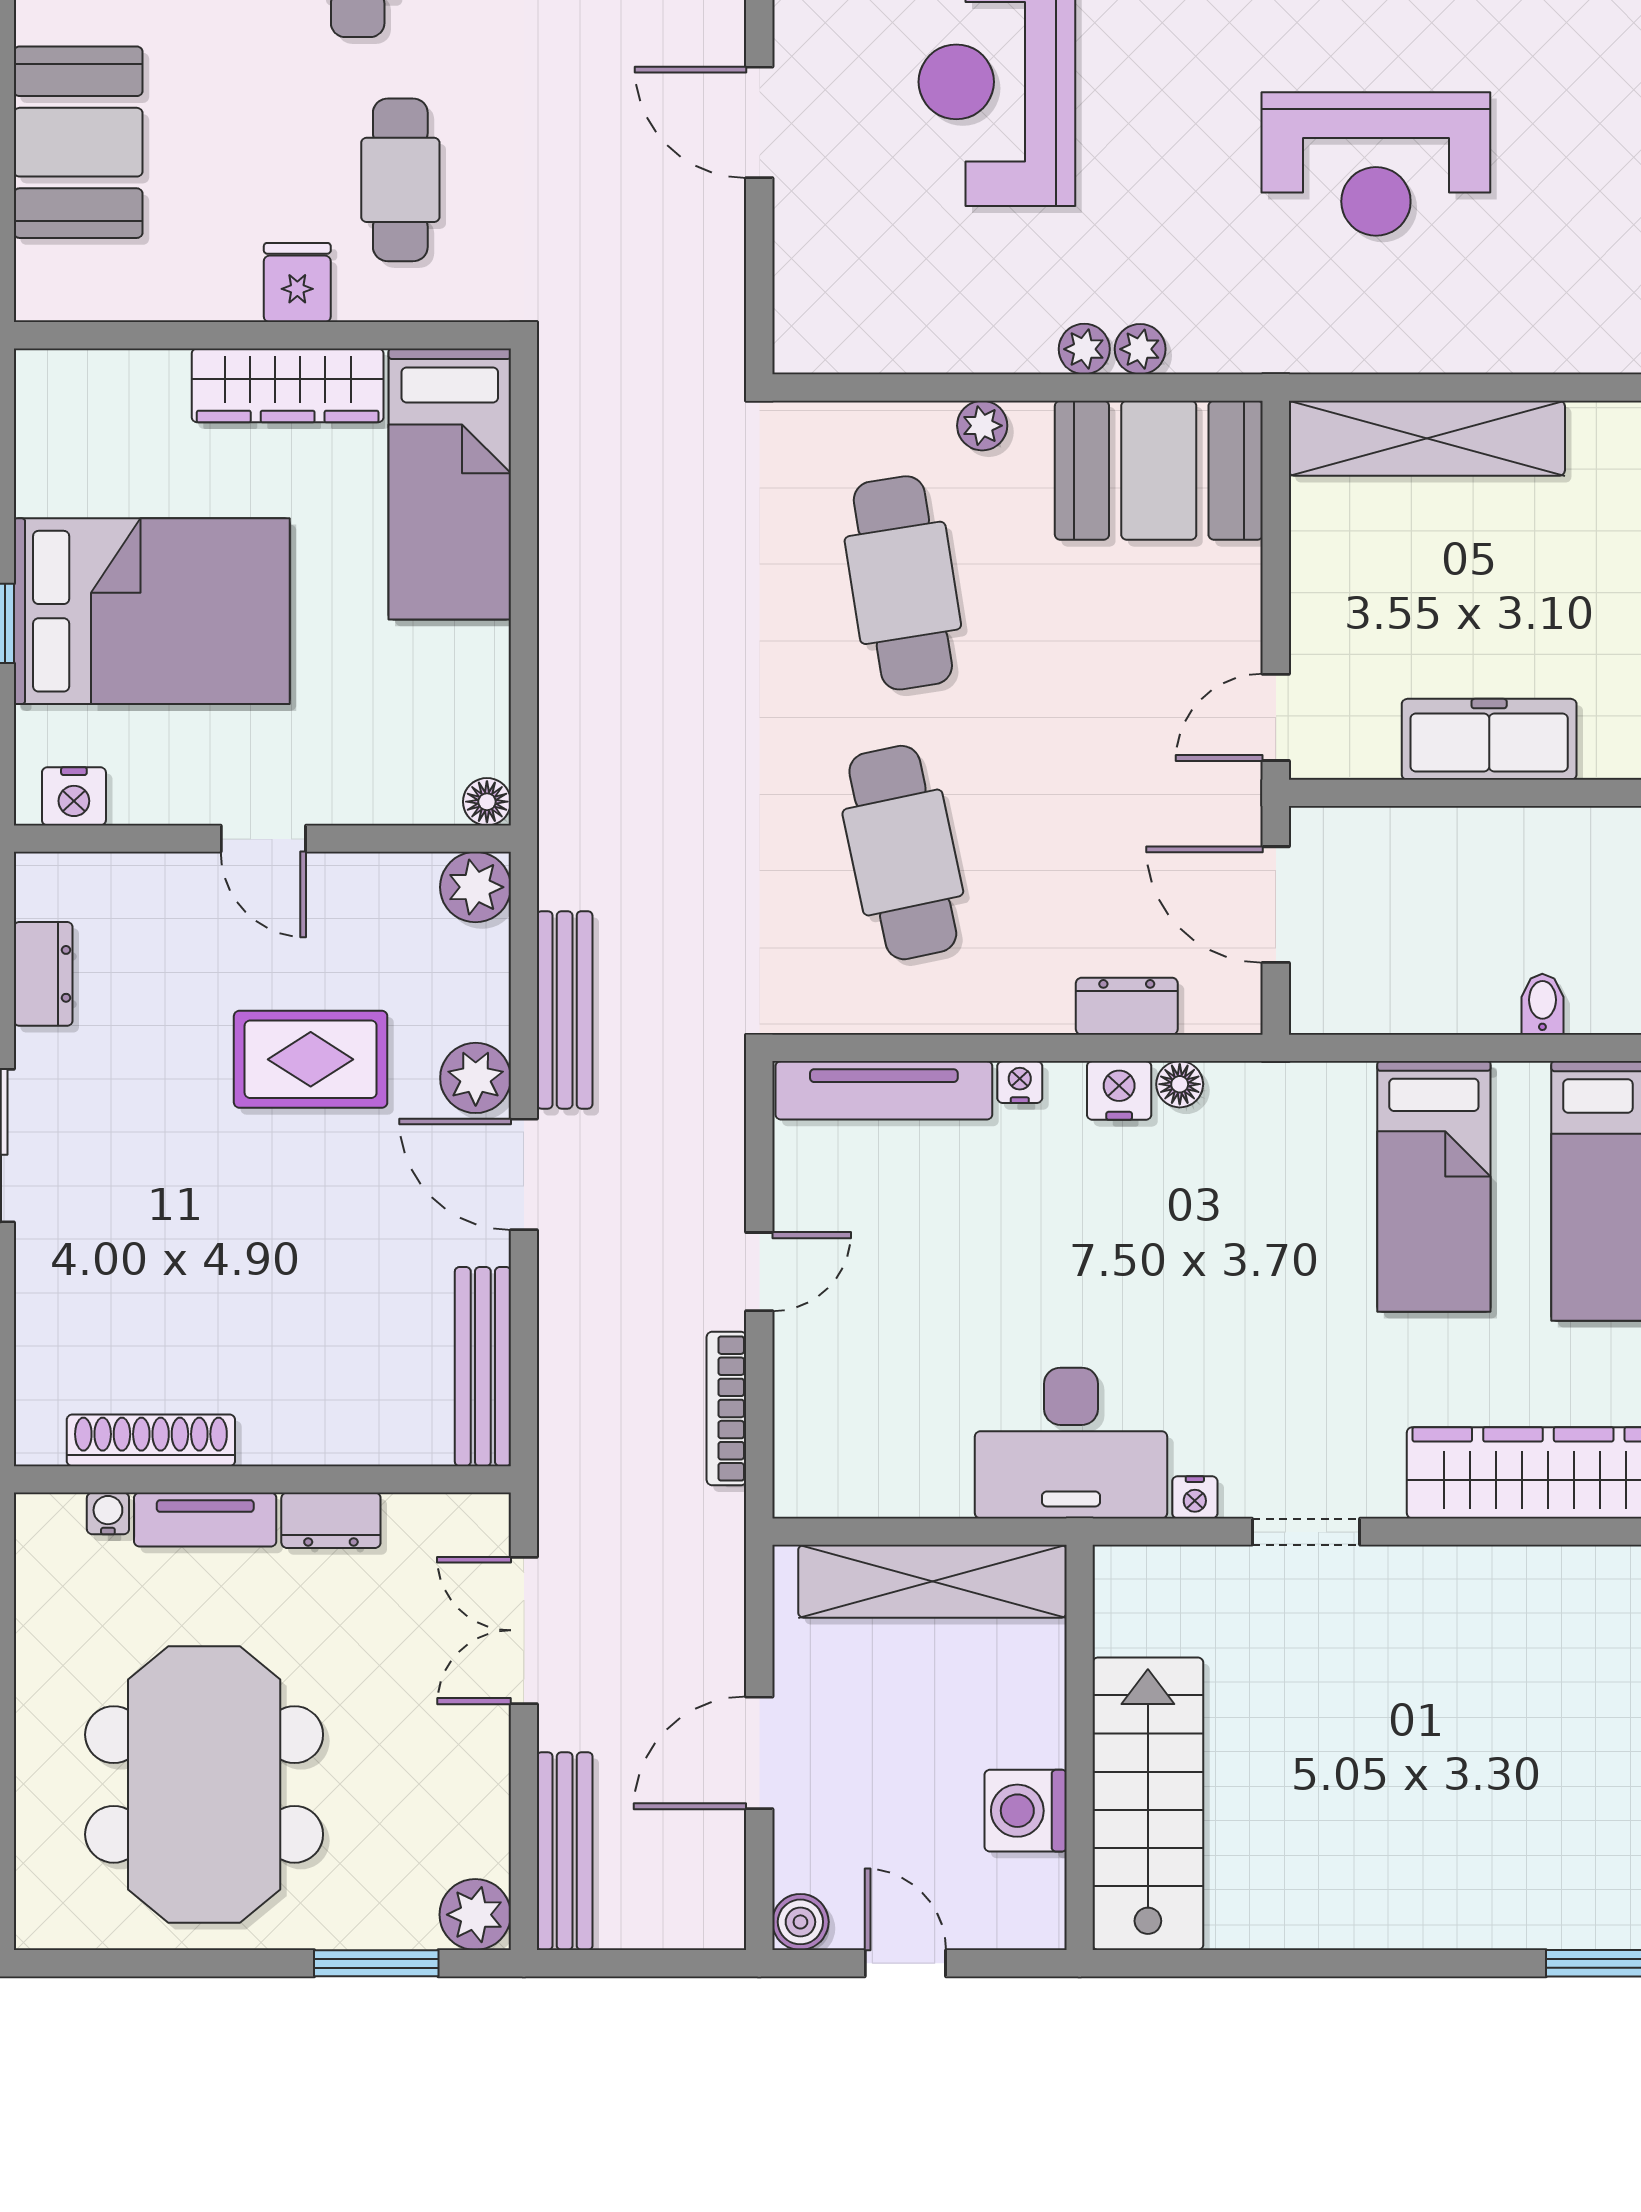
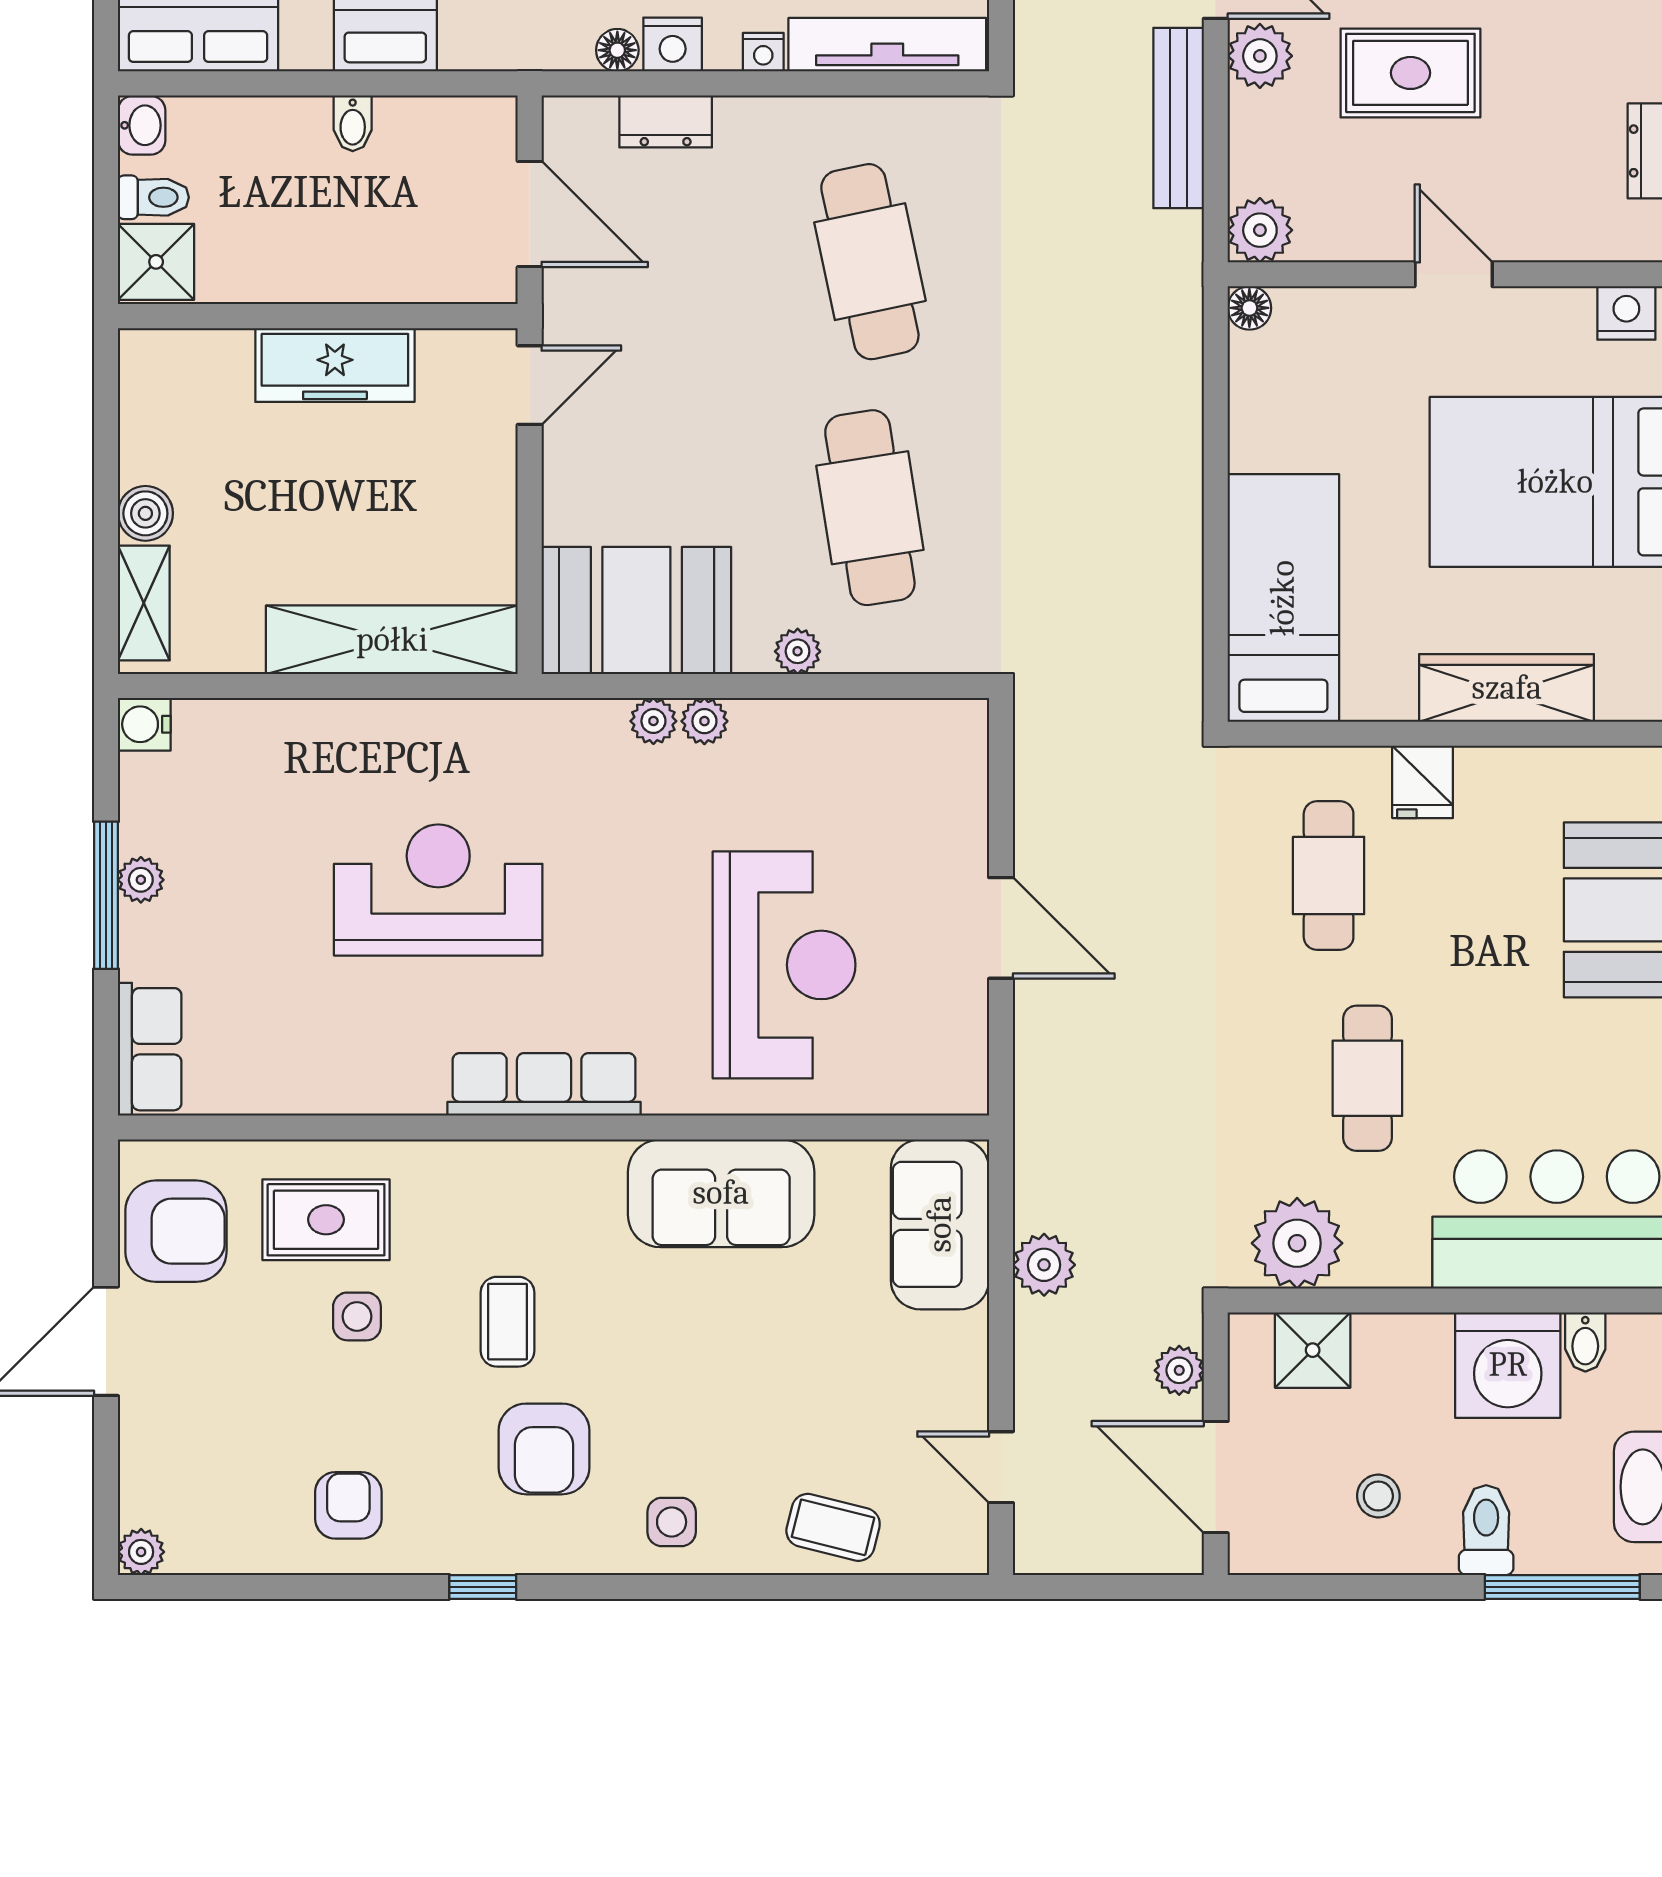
wardrobe: (288, 385) -> (1507, 688), moved
bidet: (1542, 1004) -> (353, 123), moved

